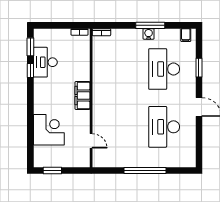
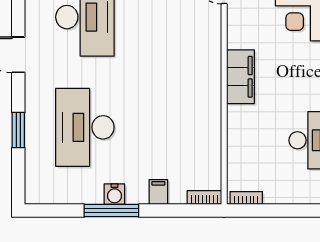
filing cabinet: (186, 35) -> (158, 192), moved
desk: (164, 69) -> (85, 127), turned 180

